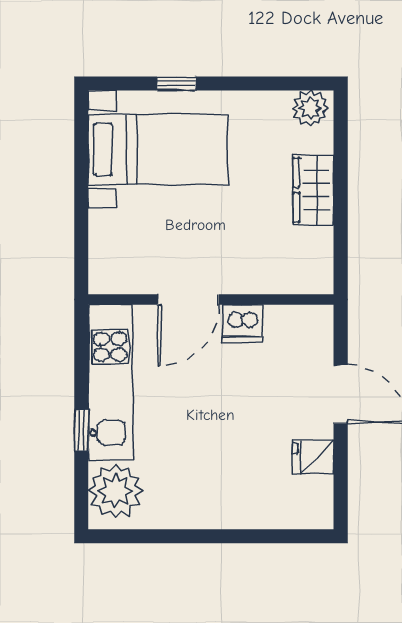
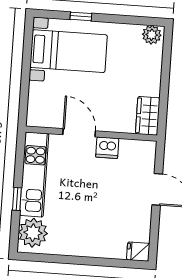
wardrobe: (313, 190) -> (148, 116), moved
door: (188, 300) -> (79, 133), swing flipped
fridge: (313, 457) -> (138, 252), moved

